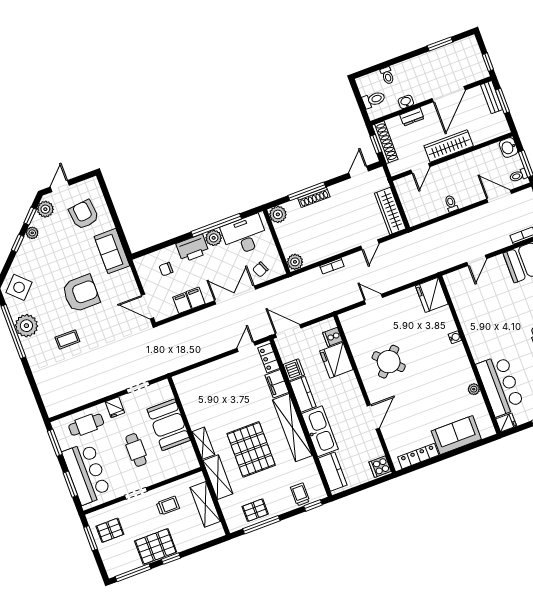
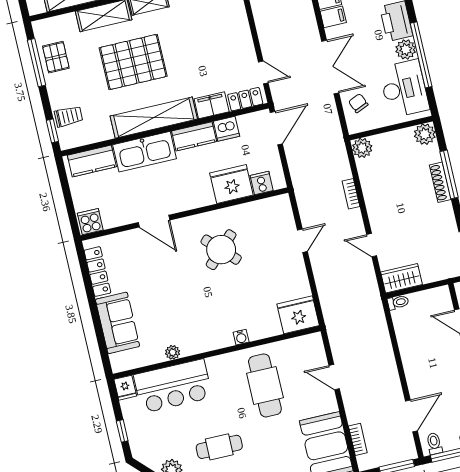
toilet: (451, 204) -> (398, 302), moved
wardrobe: (390, 211) -> (402, 278), width x0.67
cafe table: (490, 314) -> (265, 385), added

